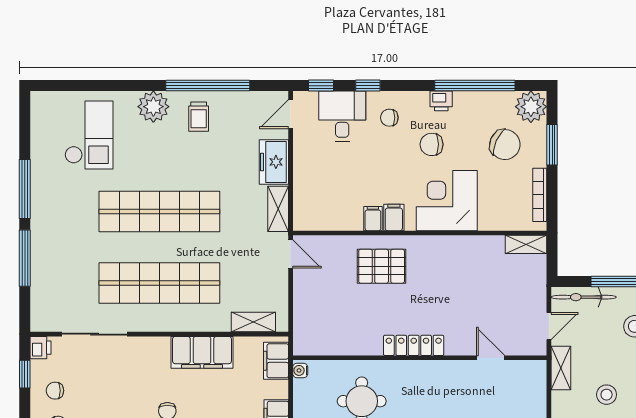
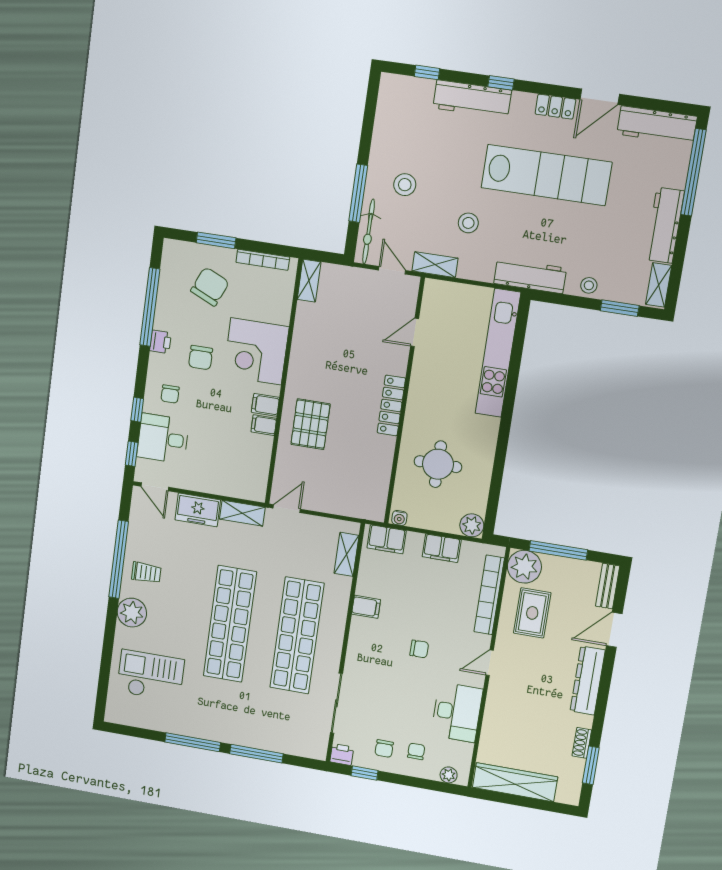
plant: (531, 107) -> (177, 256), removed
filing cabinet: (202, 352) -> (366, 607), width x0.33, depth x0.86

